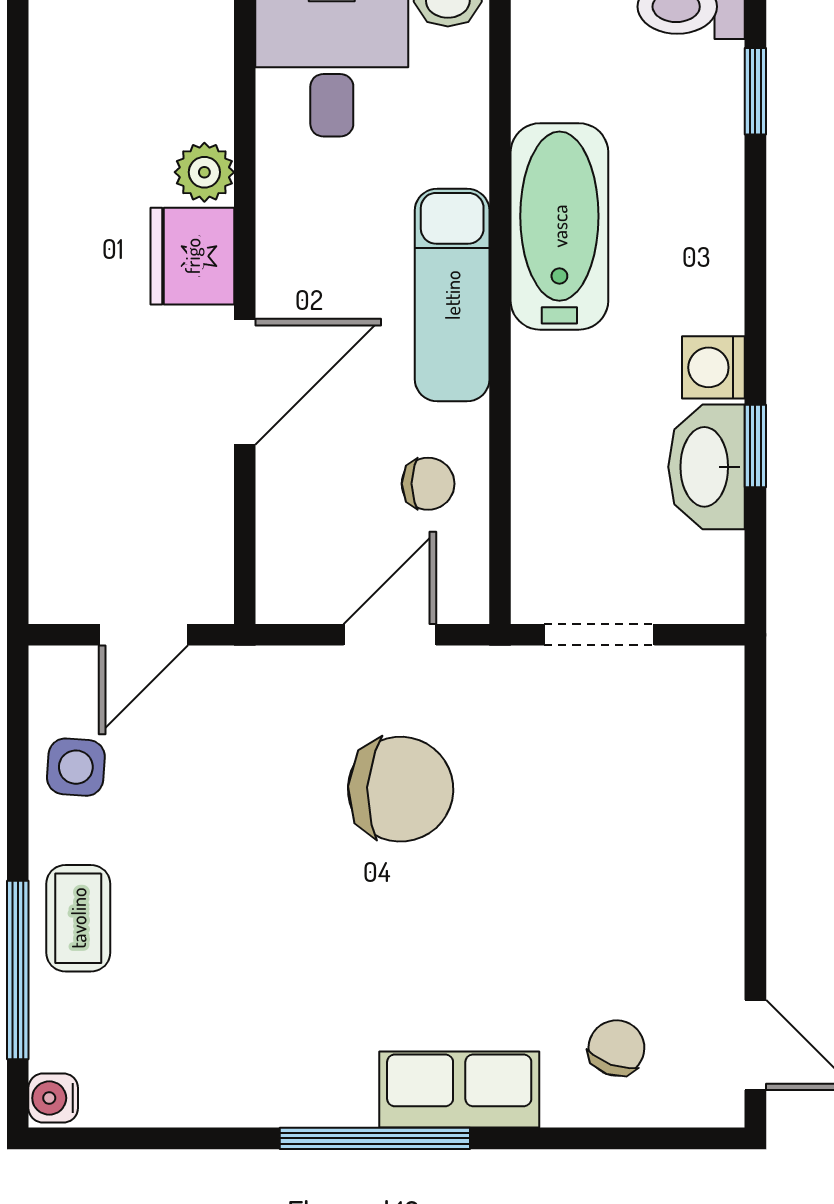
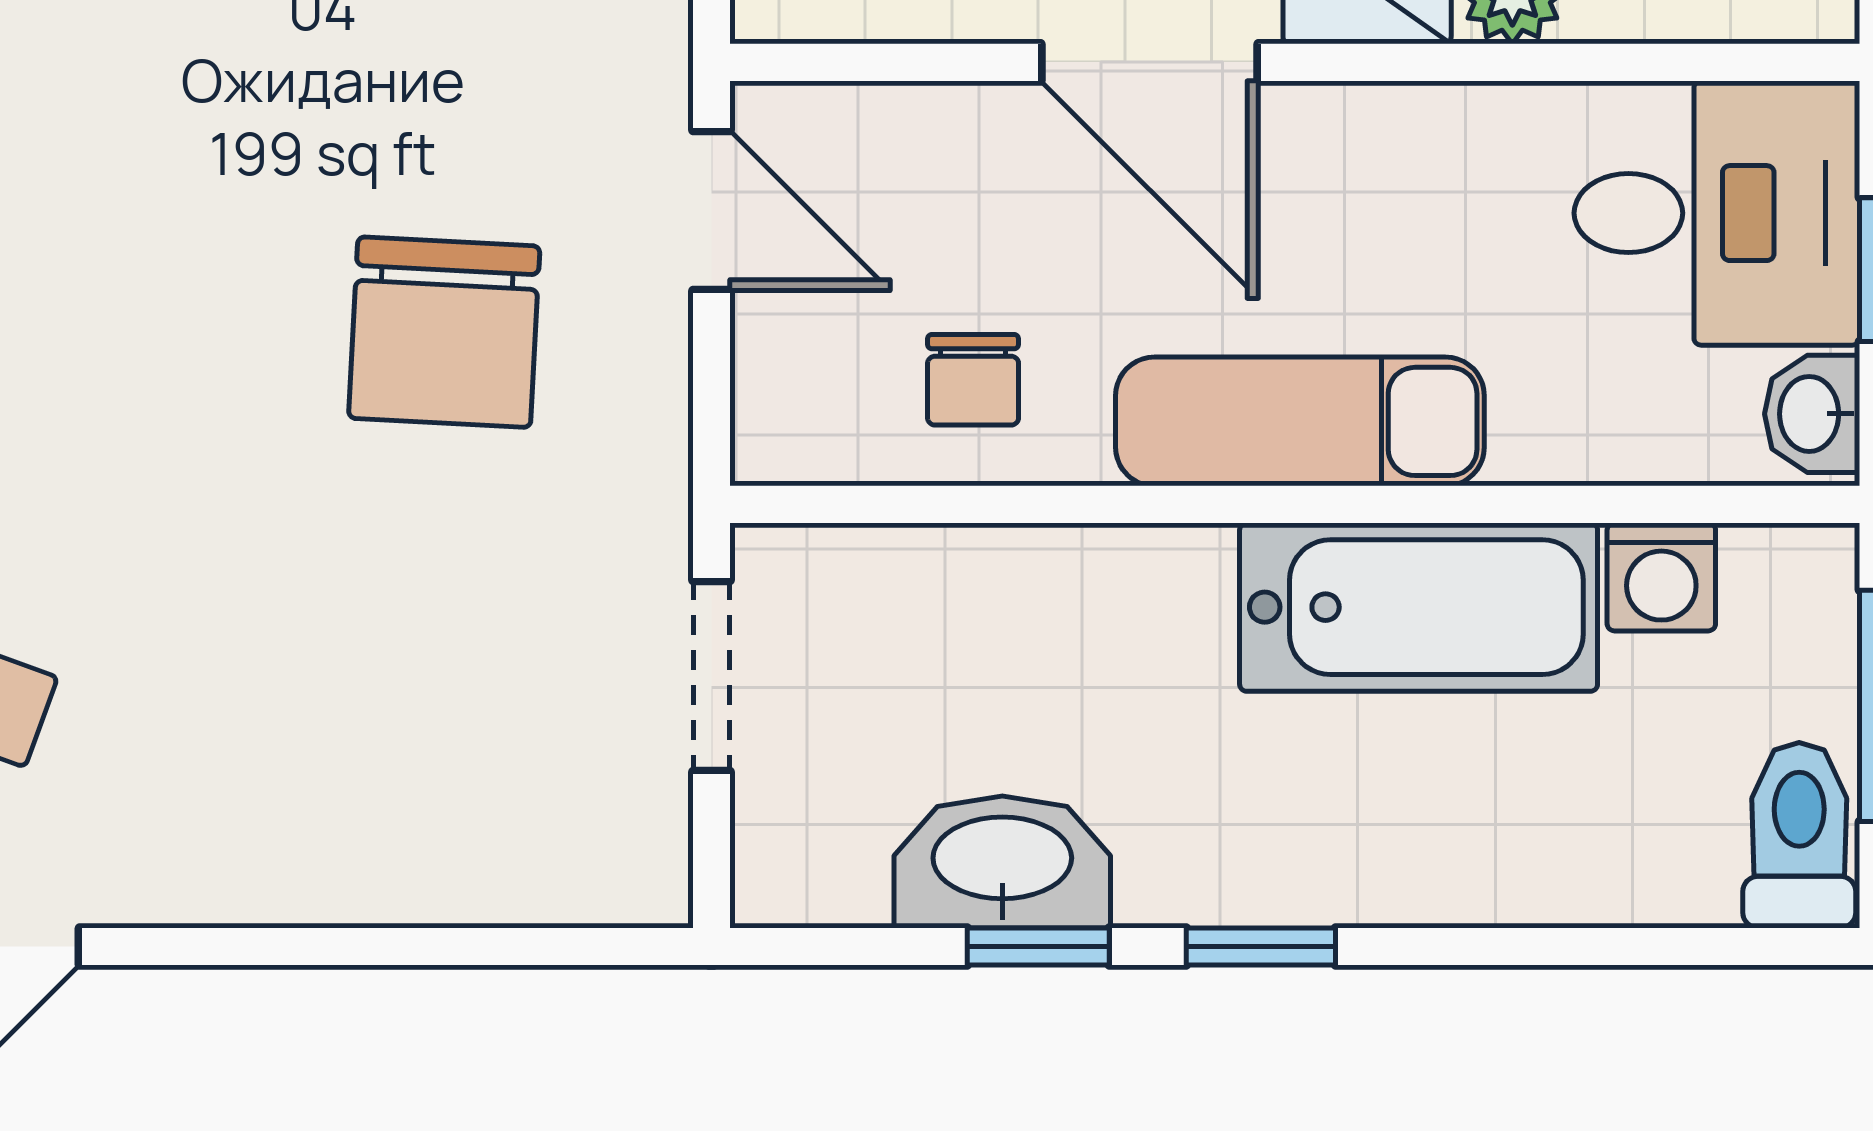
window: (755, 91) -> (1261, 946), moved
washing machine: (713, 367) -> (1661, 577), moved, turned 180
door: (390, 635) -> (711, 210), moved

